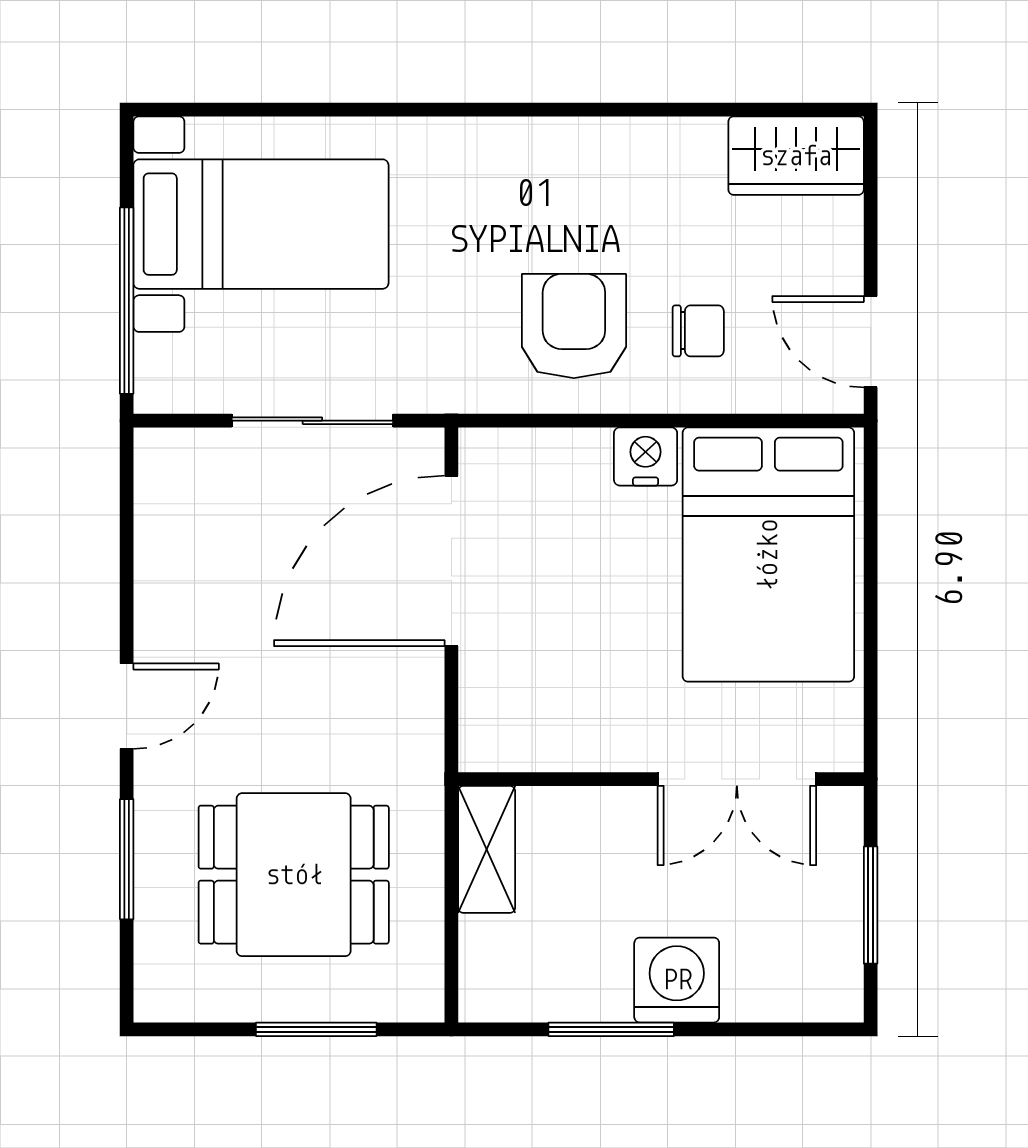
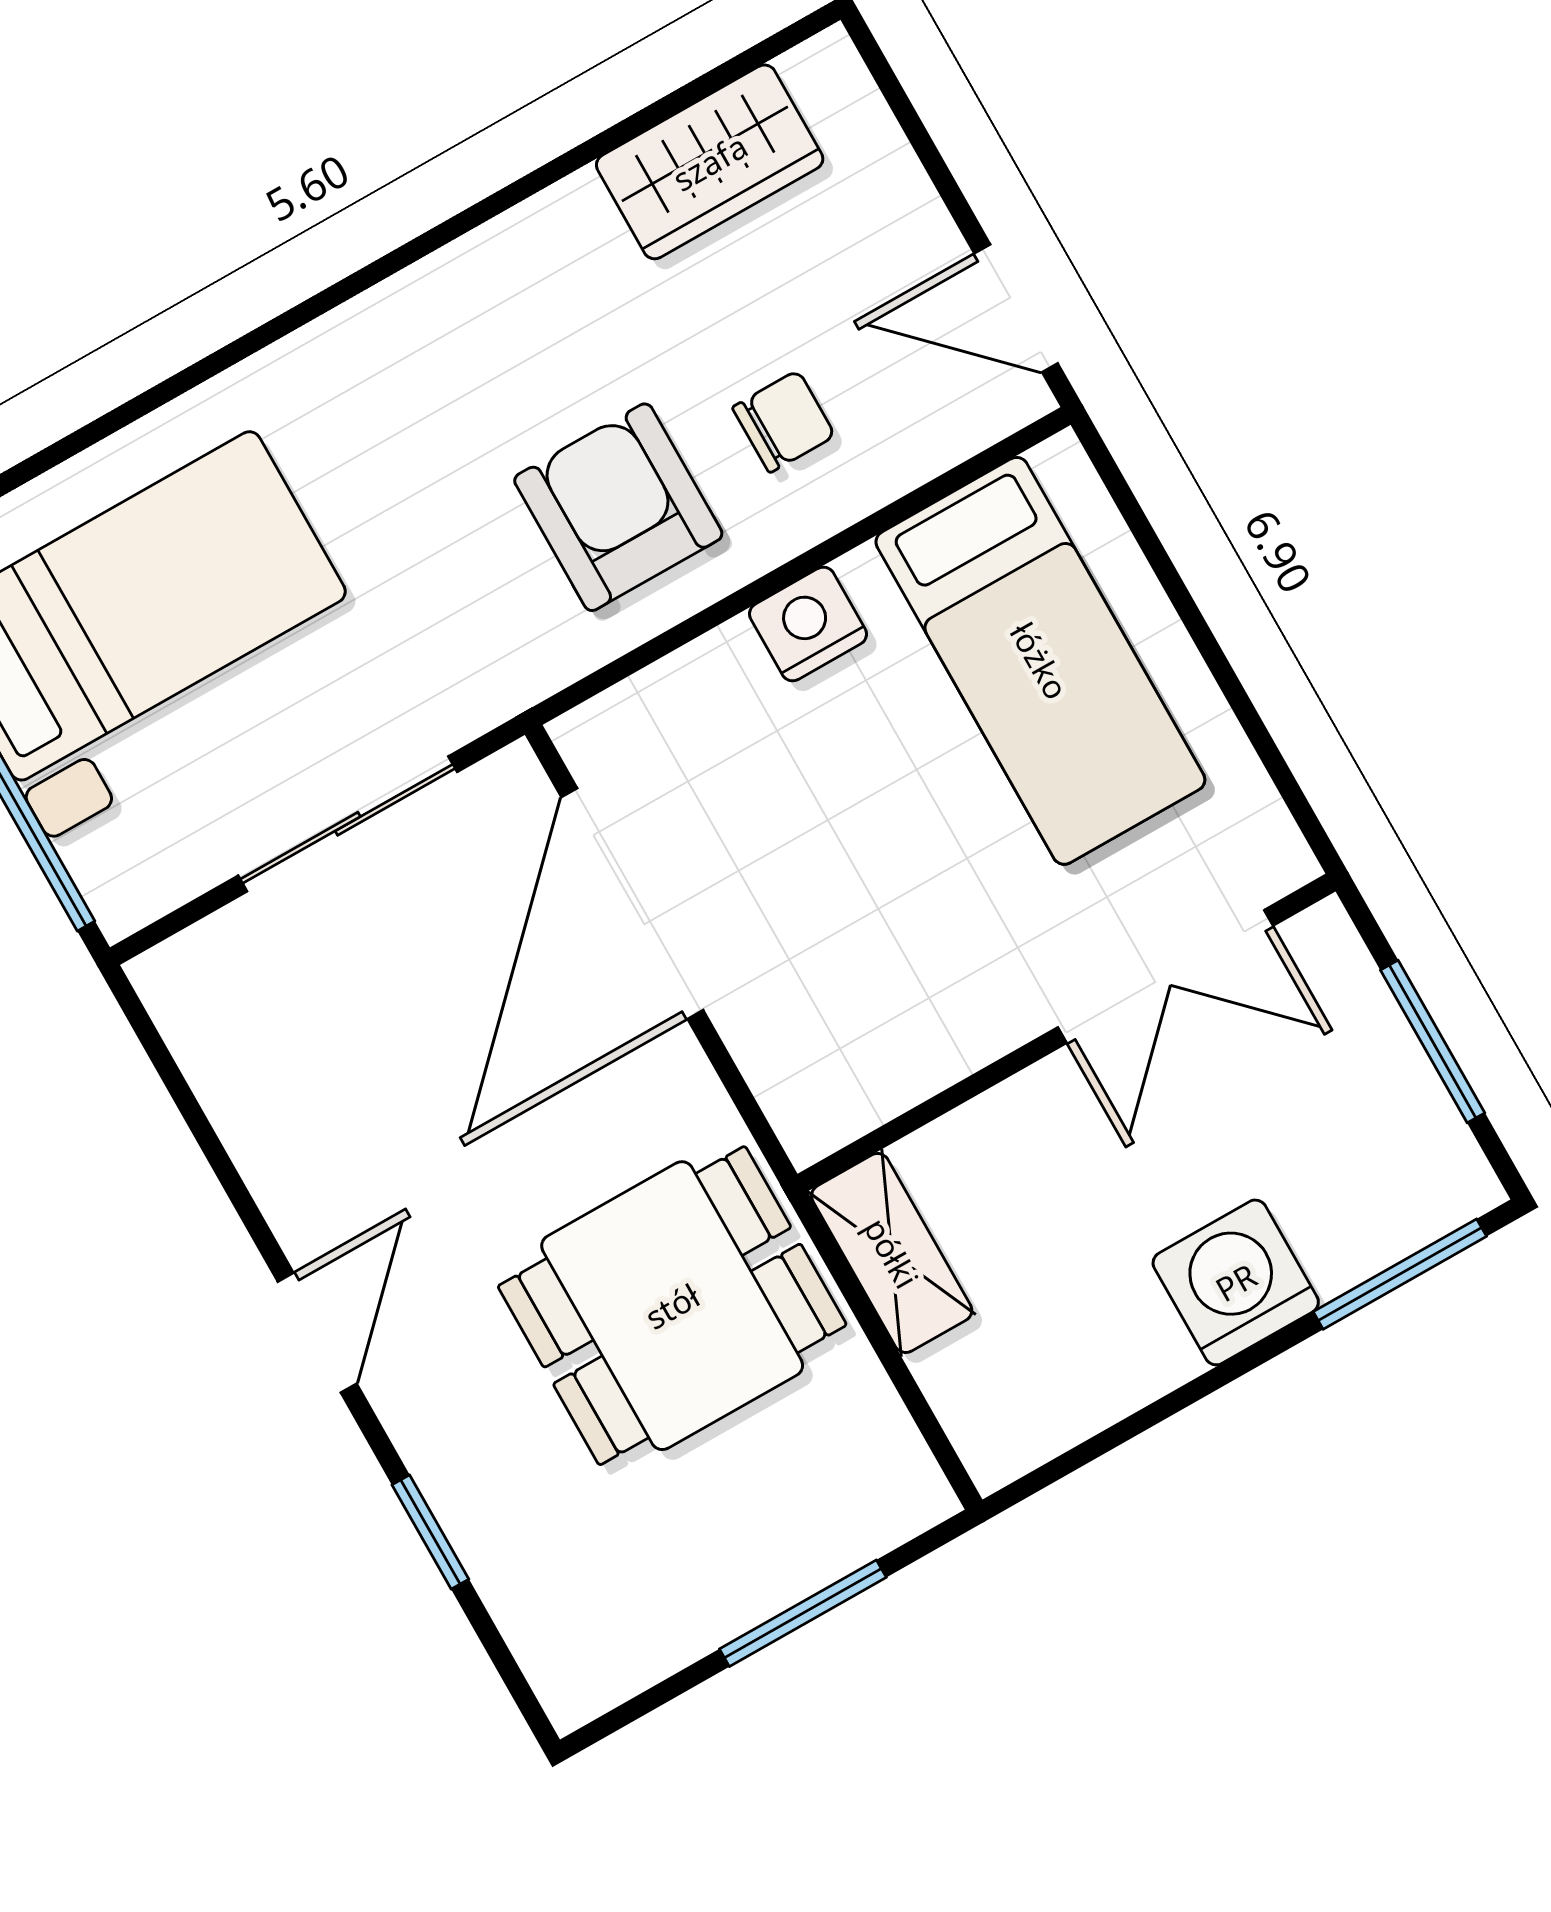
wardrobe: (796, 156) -> (710, 162), moved
bed: (768, 555) -> (1040, 661), width x0.67
window: (127, 859) -> (430, 1532), width x0.67
dining table: (294, 875) -> (672, 1306), moved
window: (611, 1029) -> (1400, 1274), moved

